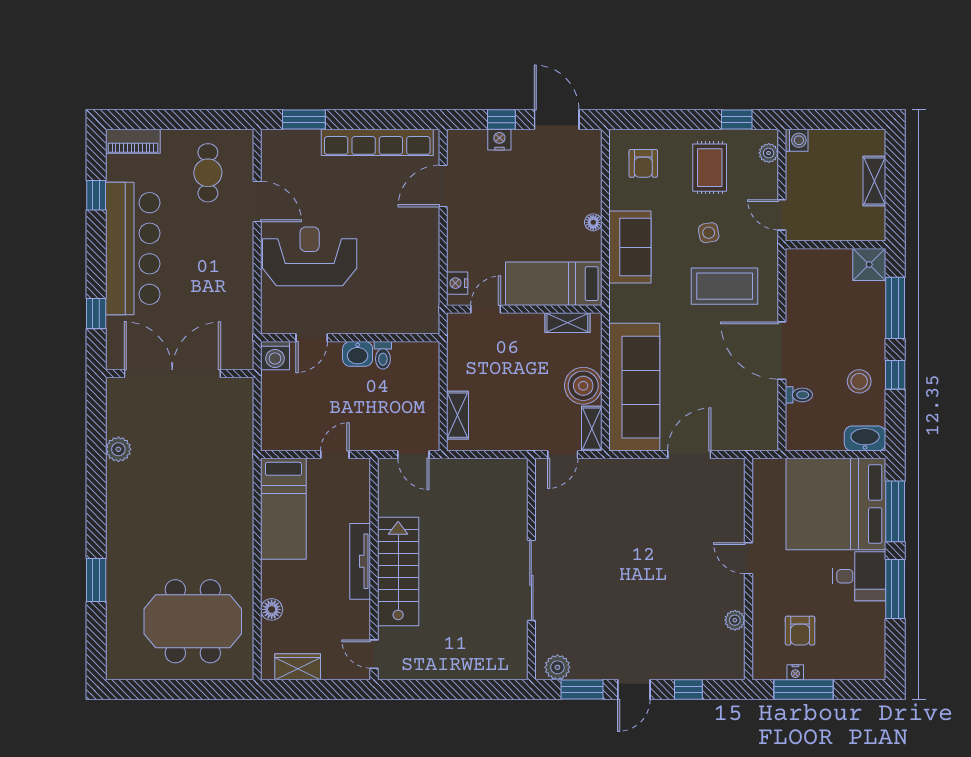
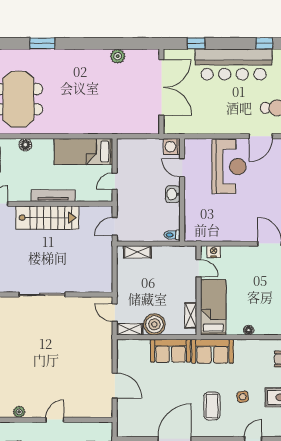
sofa: (630, 247) -> (212, 351), moved
coffee table: (725, 286) -> (212, 406), width x0.73, depth x0.76
toilet: (383, 355) -> (172, 235), moved
sofa: (634, 387) -> (171, 351), width x0.54, depth x0.79
door: (335, 455) -> (115, 181), swing flipped

